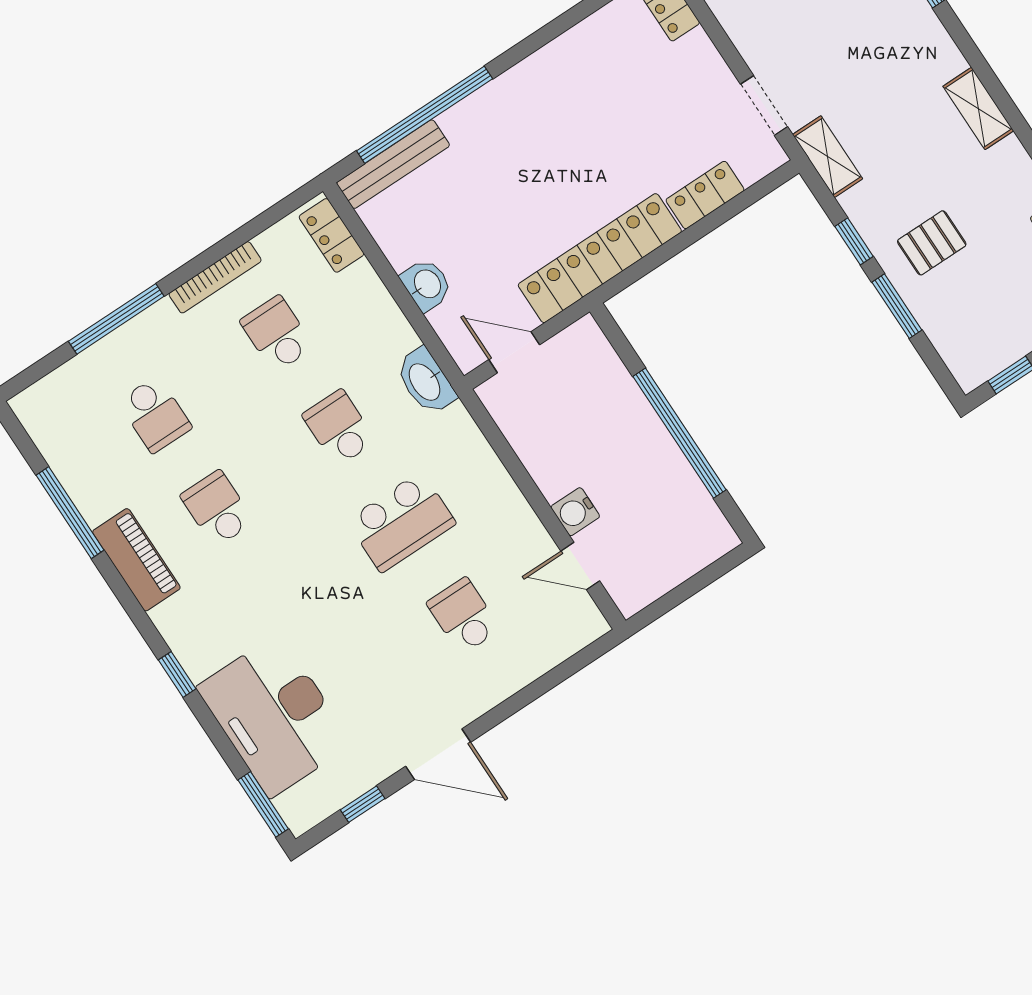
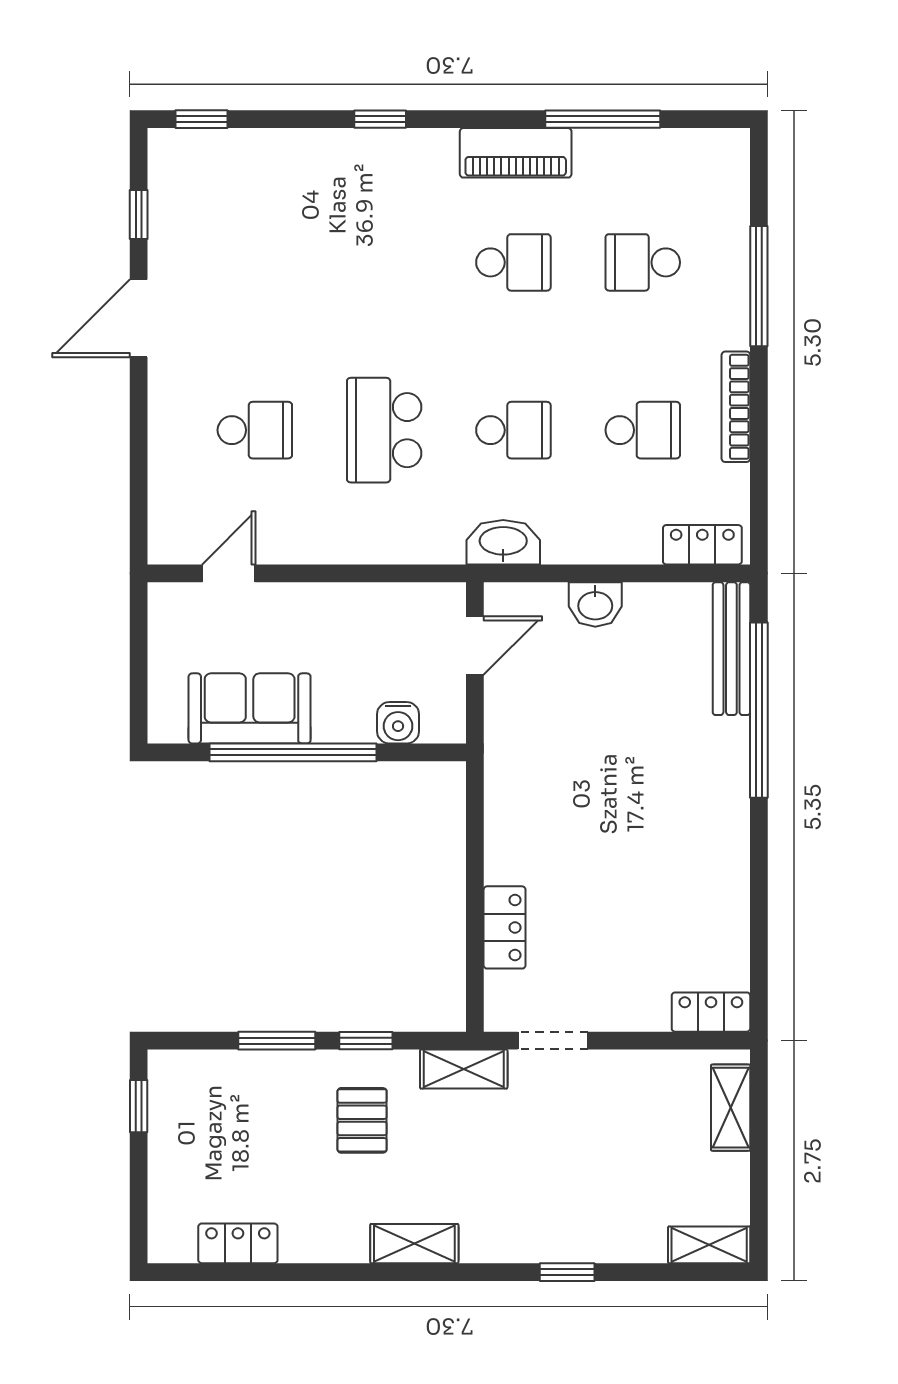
pallet: (932, 243) -> (362, 1120), moved
locker: (600, 258) -> (511, 787), removed
sofa: (668, 486) -> (250, 708), added
water cooler: (575, 512) -> (398, 723), moved, turned 180
desk: (274, 716) -> (279, 186), removed
window: (263, 804) -> (202, 119), width x0.67

